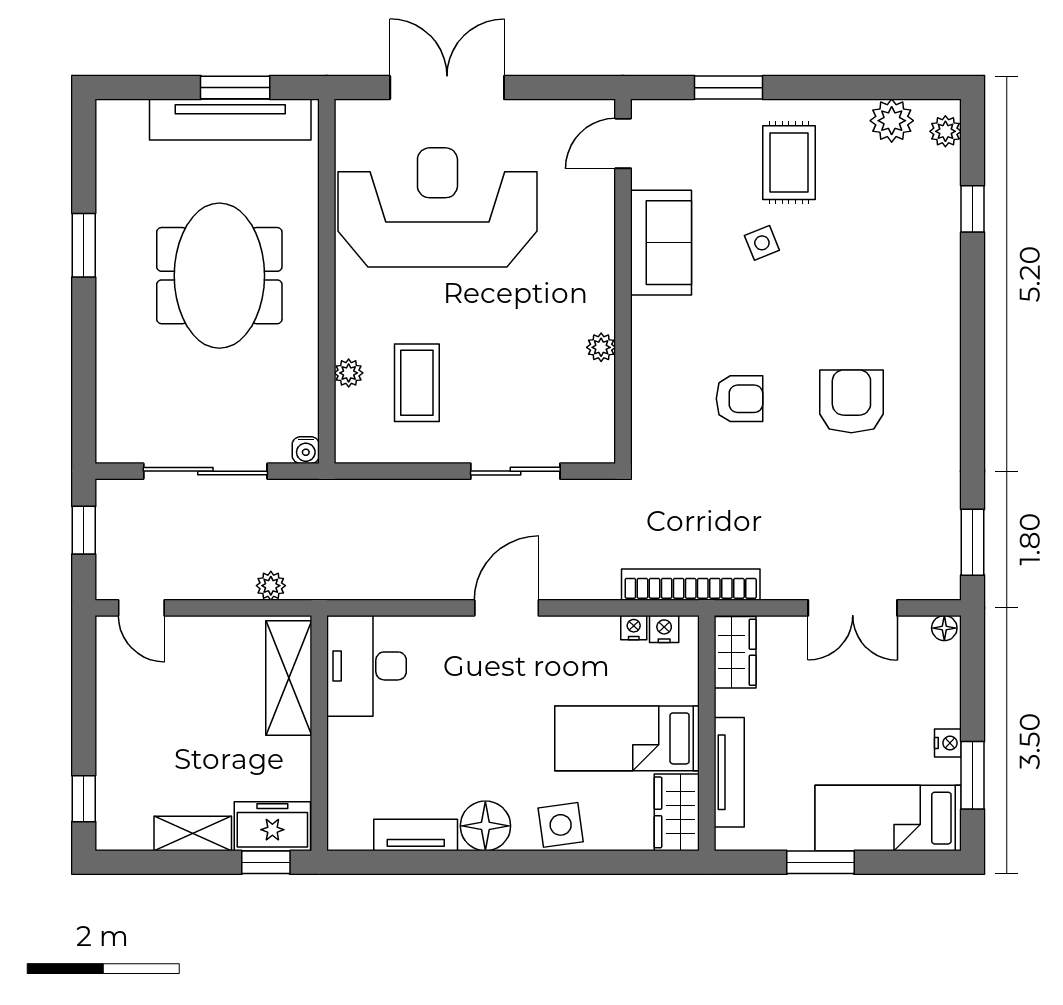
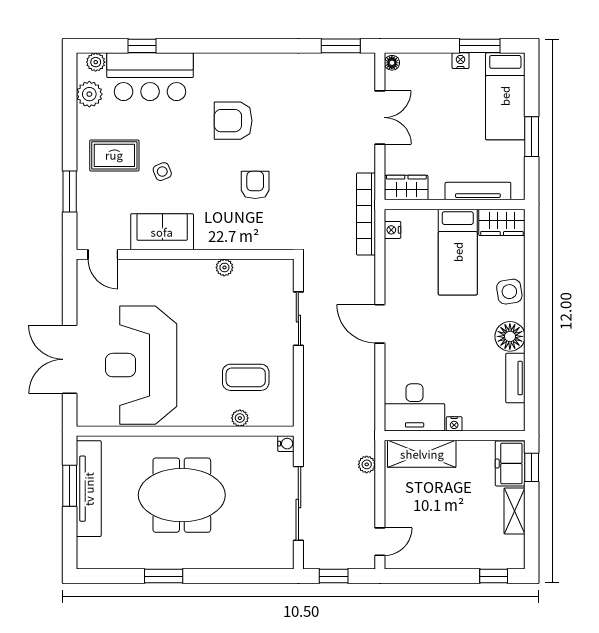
bar counter: (921, 222) -> (150, 77), added
armchair: (851, 401) -> (233, 121), moved
nightstand: (634, 628) -> (454, 424), moved, turned -90

